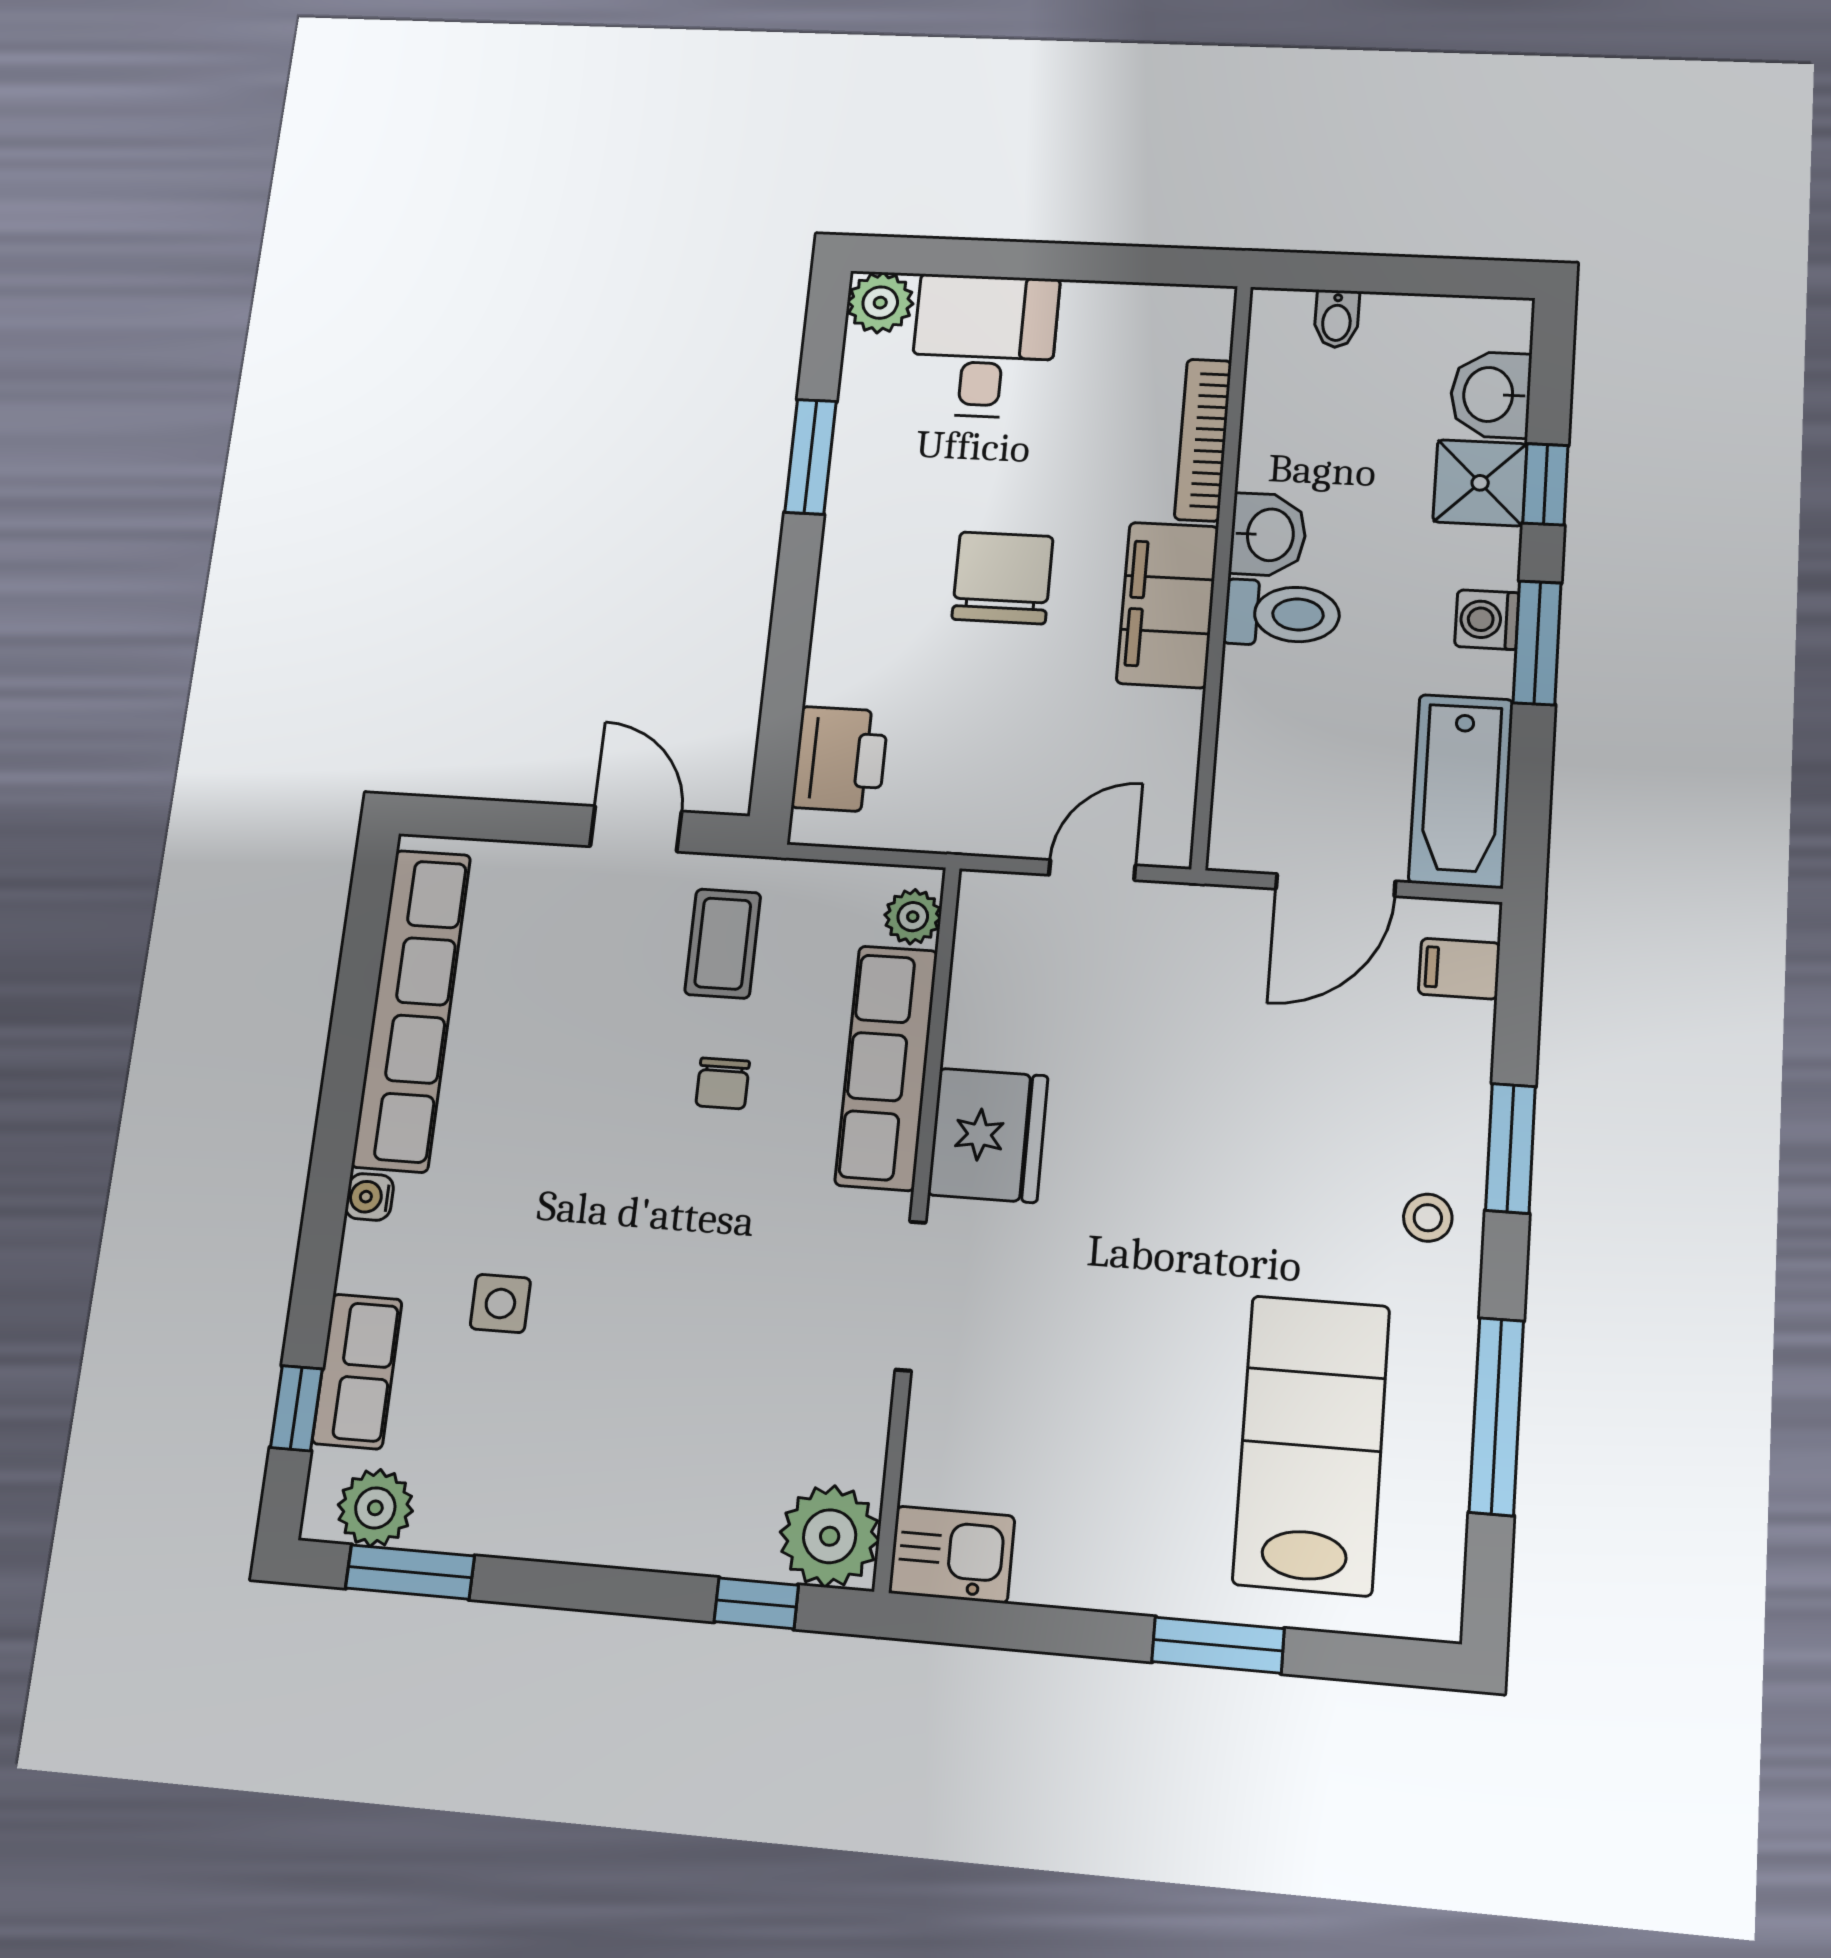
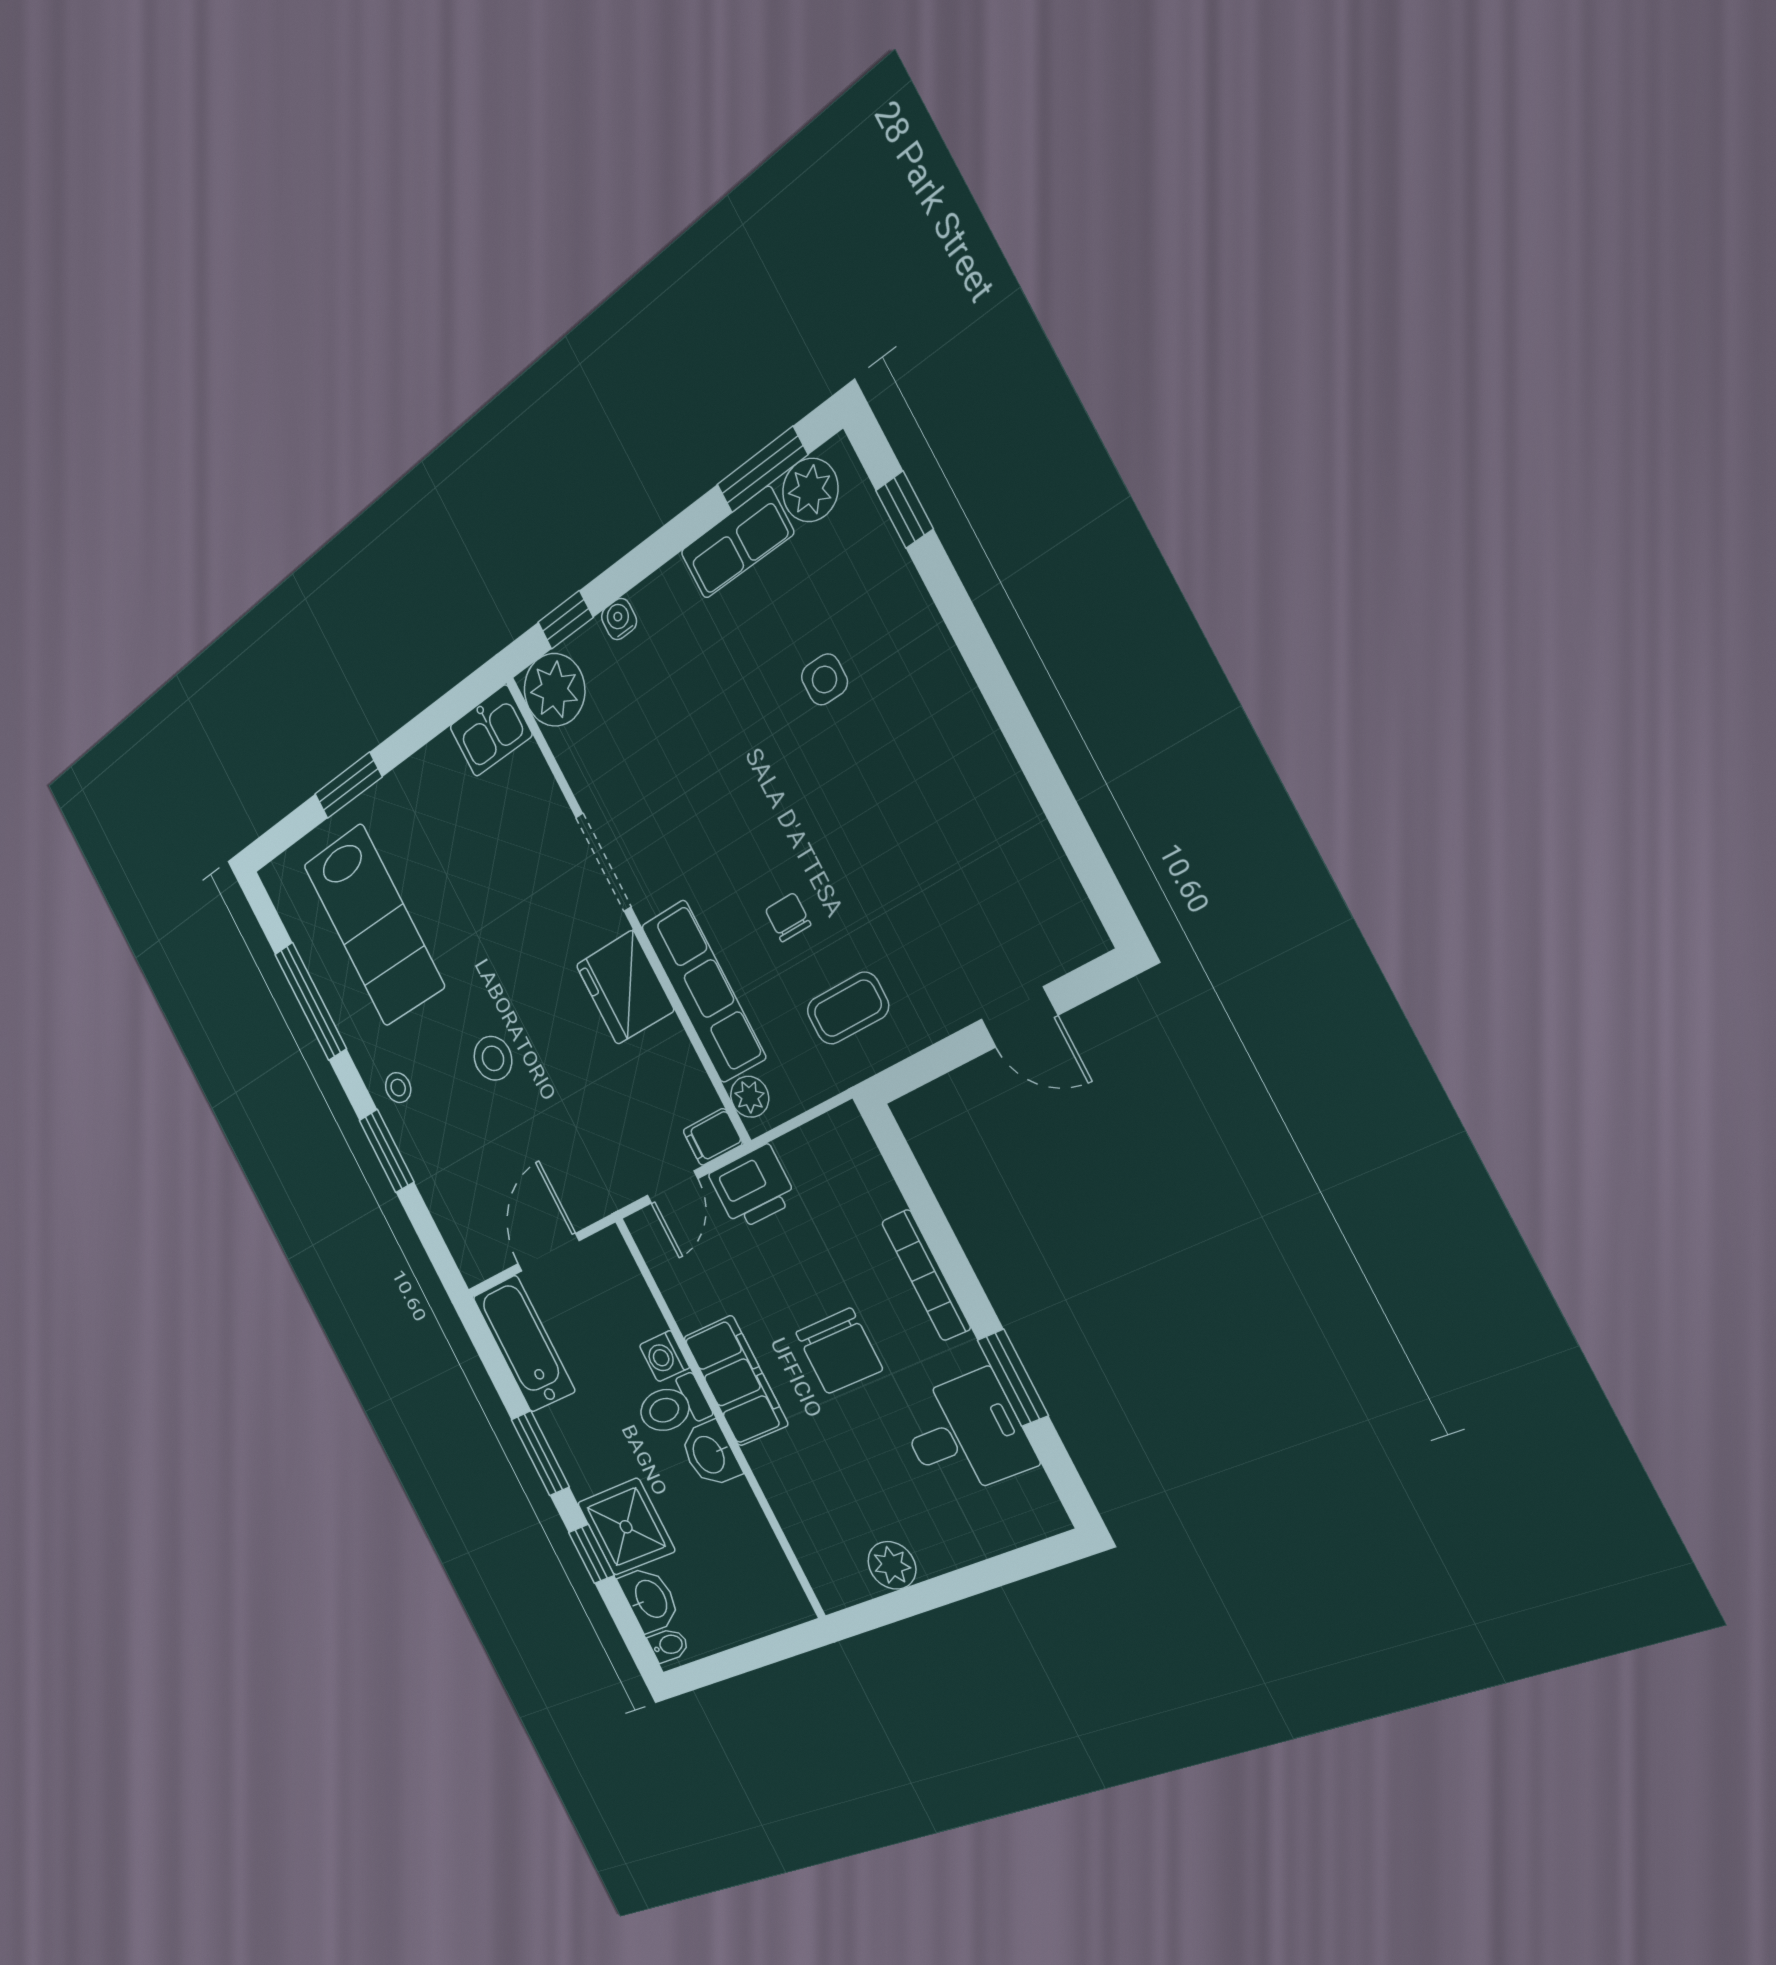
plant: (880, 303) -> (892, 1565), moved
bidet: (1337, 319) -> (669, 1645), moved, turned 90
desk: (984, 346) -> (965, 1434), moved, turned -90
bookcase: (1203, 440) -> (926, 1275), moved, turned 180
shower: (1480, 483) -> (626, 1527), width x1.36, depth x1.36
washing machine: (1487, 620) -> (664, 1356), moved, turned 180
printer: (840, 759) -> (753, 1187), moved, turned -90
door: (636, 829) -> (1019, 1017), moved
coffee table: (723, 944) -> (848, 1008), turned 90
filing cabinet: (1459, 969) -> (713, 1137), moved, turned 180
row of seats: (412, 1010) -> (1018, 830), removed
stool: (1244, 1166) -> (493, 1058), added
water cooler: (369, 1197) -> (619, 619), moved, turned -90
row of seats: (357, 1371) -> (737, 543), moved, turned -90

